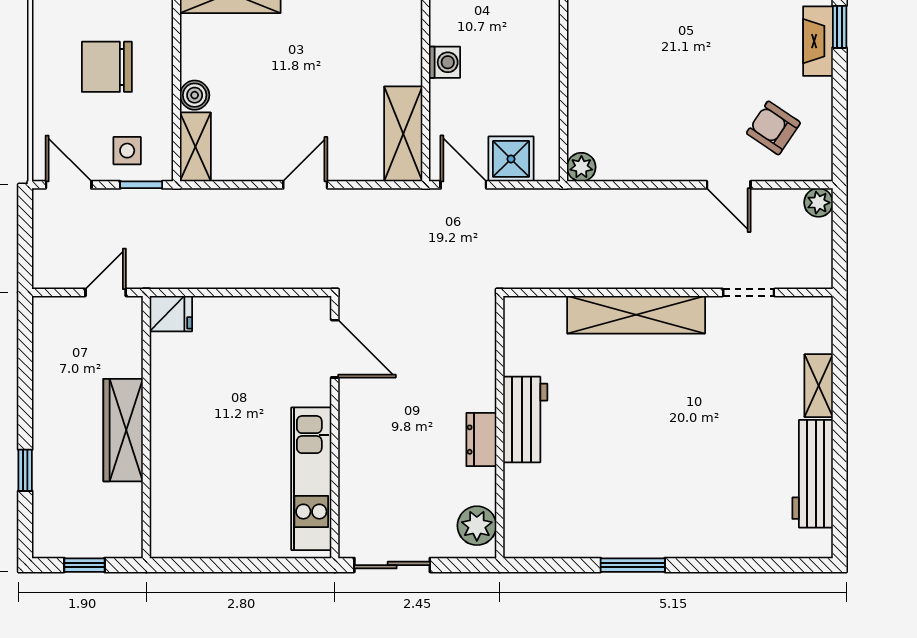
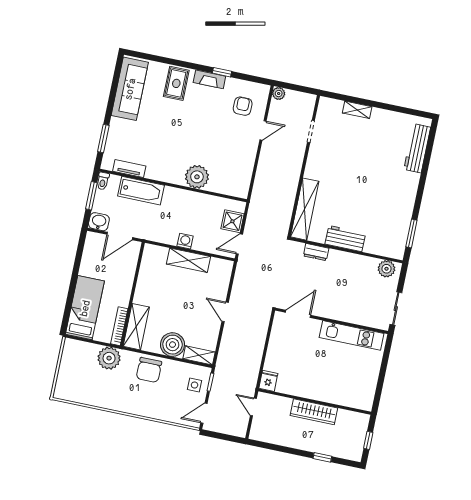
window: (840, 27) -> (222, 72), moved
chair: (107, 67) -> (149, 370), moved
boiler: (195, 95) -> (173, 345), width x1.86, depth x1.86
armchair: (773, 128) -> (243, 106), turned 146
shelving: (403, 134) -> (189, 260), moved
plant: (581, 167) -> (197, 177), moved, width x1.88, depth x1.88
shelving: (636, 315) -> (305, 209), moved
dresser: (481, 440) -> (316, 252), moved
workbench: (813, 474) -> (417, 148), moved, turned 90
window: (633, 565) -> (411, 233), moved

